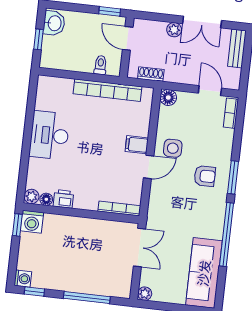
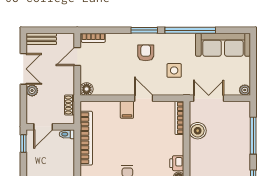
toilet: (101, 65) -> (67, 134), moved
side table: (173, 148) -> (174, 70), moved
boiler: (101, 229) -> (198, 131), added

